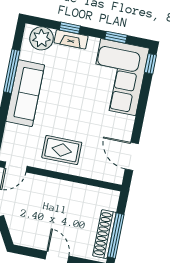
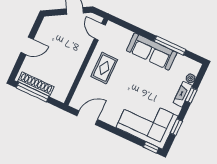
plant: (42, 38) -> (191, 78), width x0.53, depth x0.53

